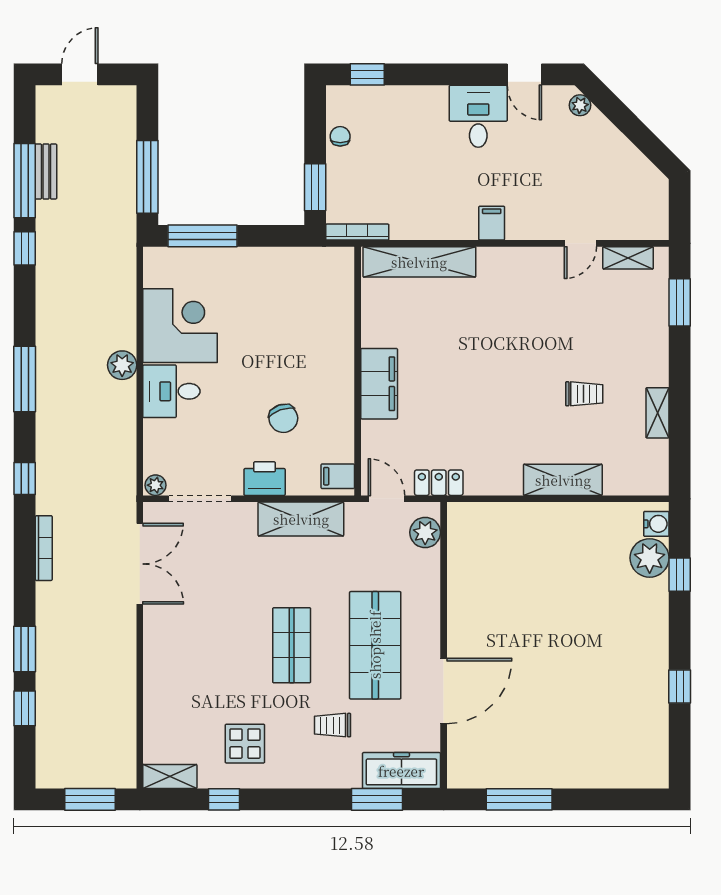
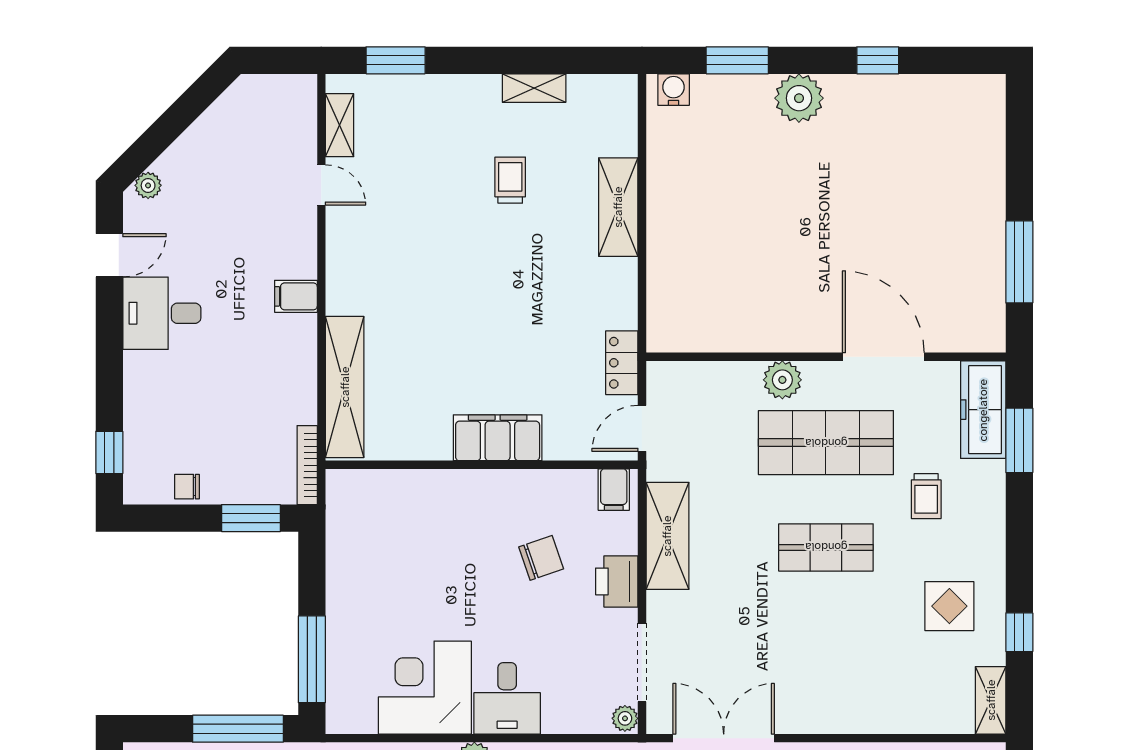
plant: (425, 532) -> (782, 380), moved
plant: (650, 558) -> (799, 98), moved
window: (680, 575) -> (737, 60), width x1.50

